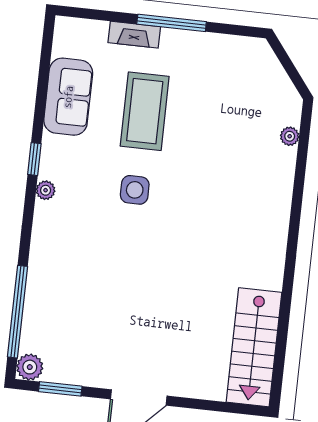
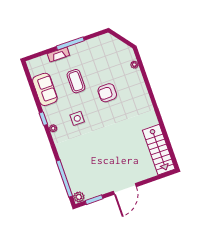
coffee table: (145, 111) -> (76, 81), width x0.73, depth x0.76
armchair: (201, 169) -> (107, 93), added
side table: (135, 190) -> (77, 118), moved

